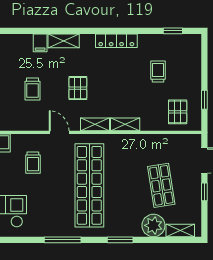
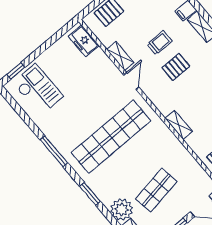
trolley: (32, 89) -> (160, 43), moved, turned 180
shelving: (95, 124) -> (120, 56), moved
trolley: (33, 163) -> (92, 81), removed

